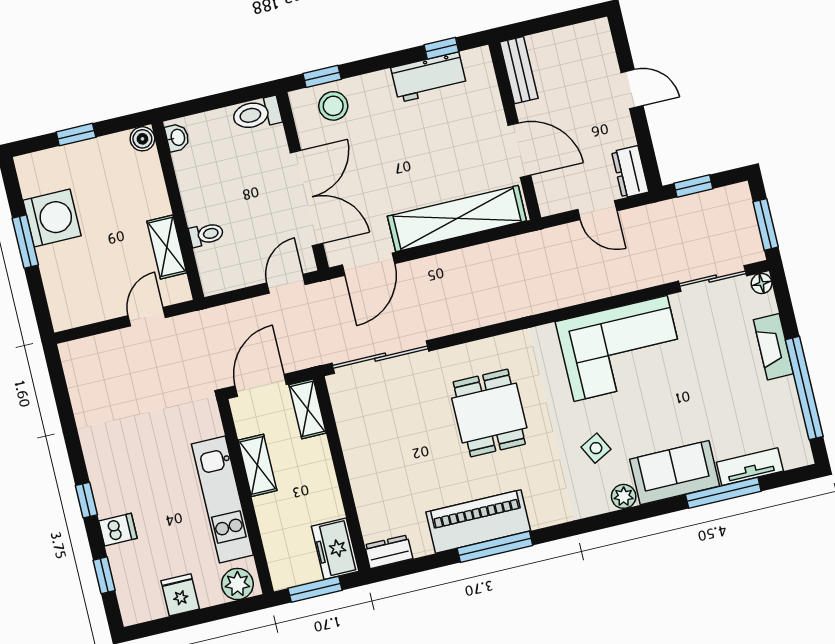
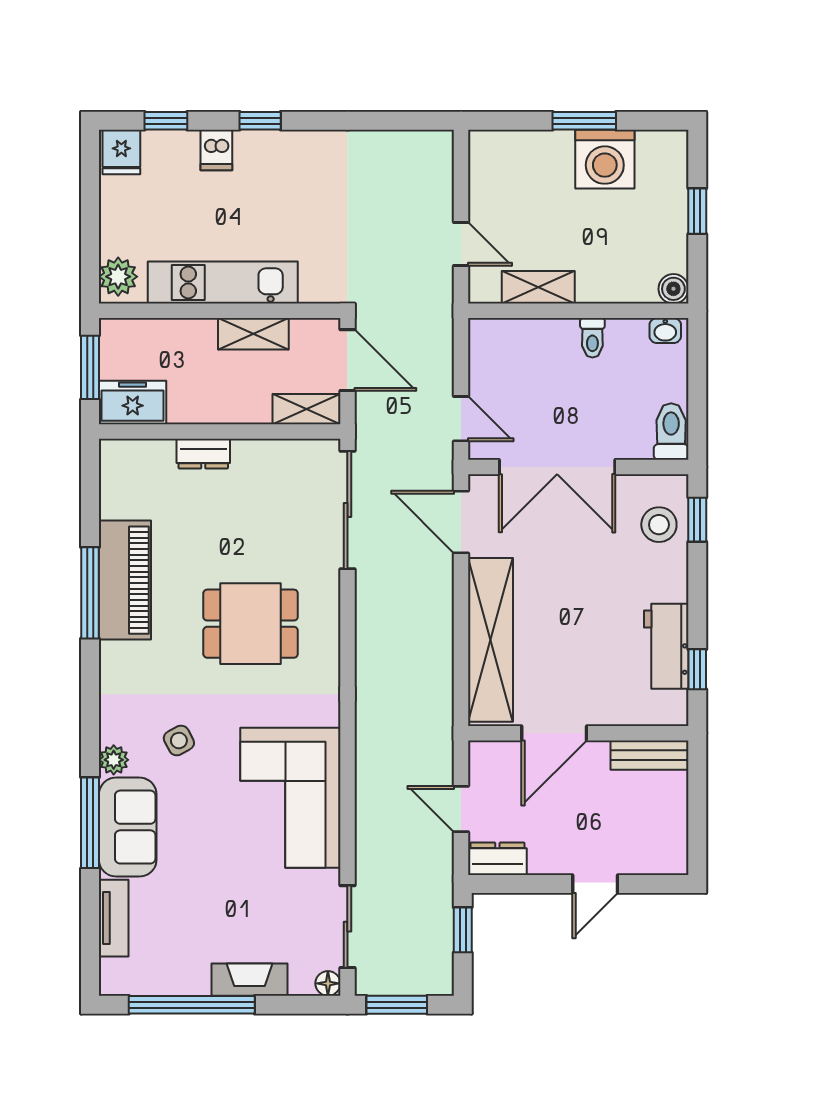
door: (597, 210) -> (461, 809), hinge flipped
toilet: (206, 234) -> (592, 338), moved
window: (723, 493) -> (90, 823), moved
dresser: (389, 552) -> (203, 454), moved, turned 90
fridge: (180, 595) -> (121, 152), moved, turned 90

